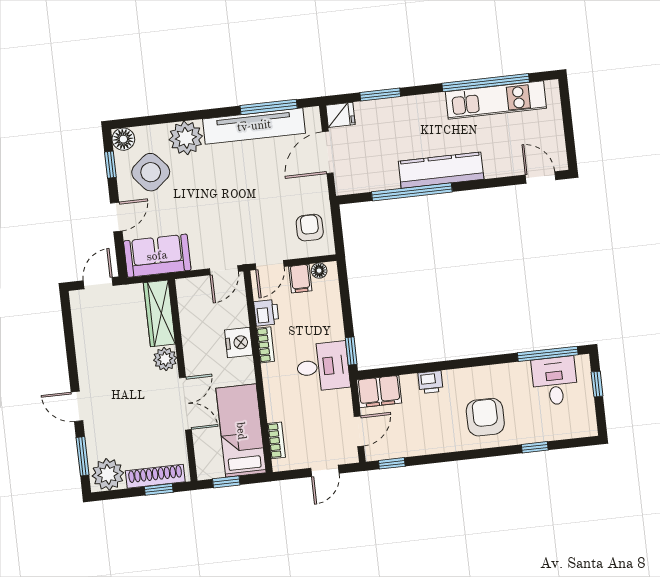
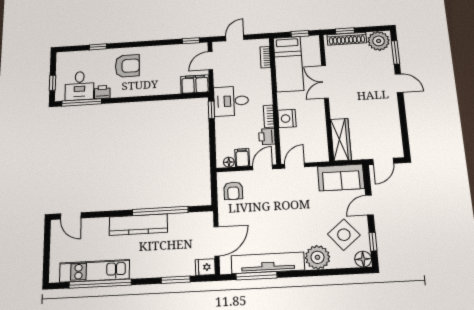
plant: (165, 359) -> (338, 110), removed
printer: (431, 382) -> (102, 92), moved
armchair: (485, 417) -> (127, 66), turned -90

